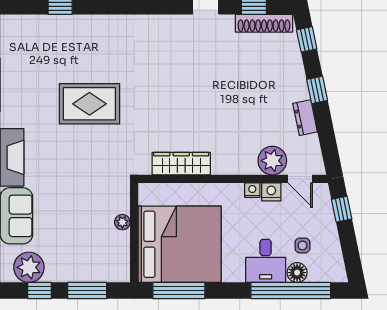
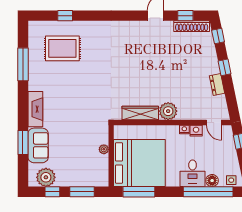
rug: (89, 104) -> (62, 48), moved
plant: (272, 161) -> (168, 111), moved
side table: (302, 245) -> (231, 180), moved

